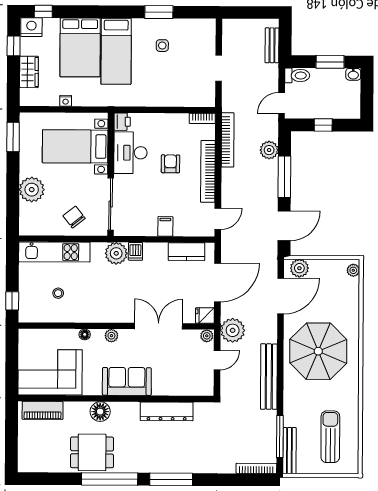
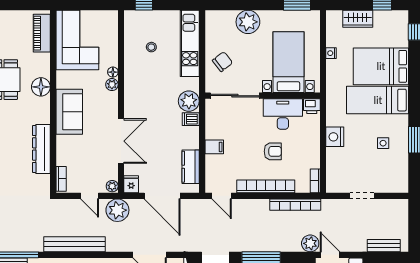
nightstand: (31, 27) -> (335, 137), moved, turned 180
plant: (269, 150) -> (310, 243), moved
plant: (111, 336) -> (112, 85), moved
bookcase: (199, 391) -> (61, 179), added

